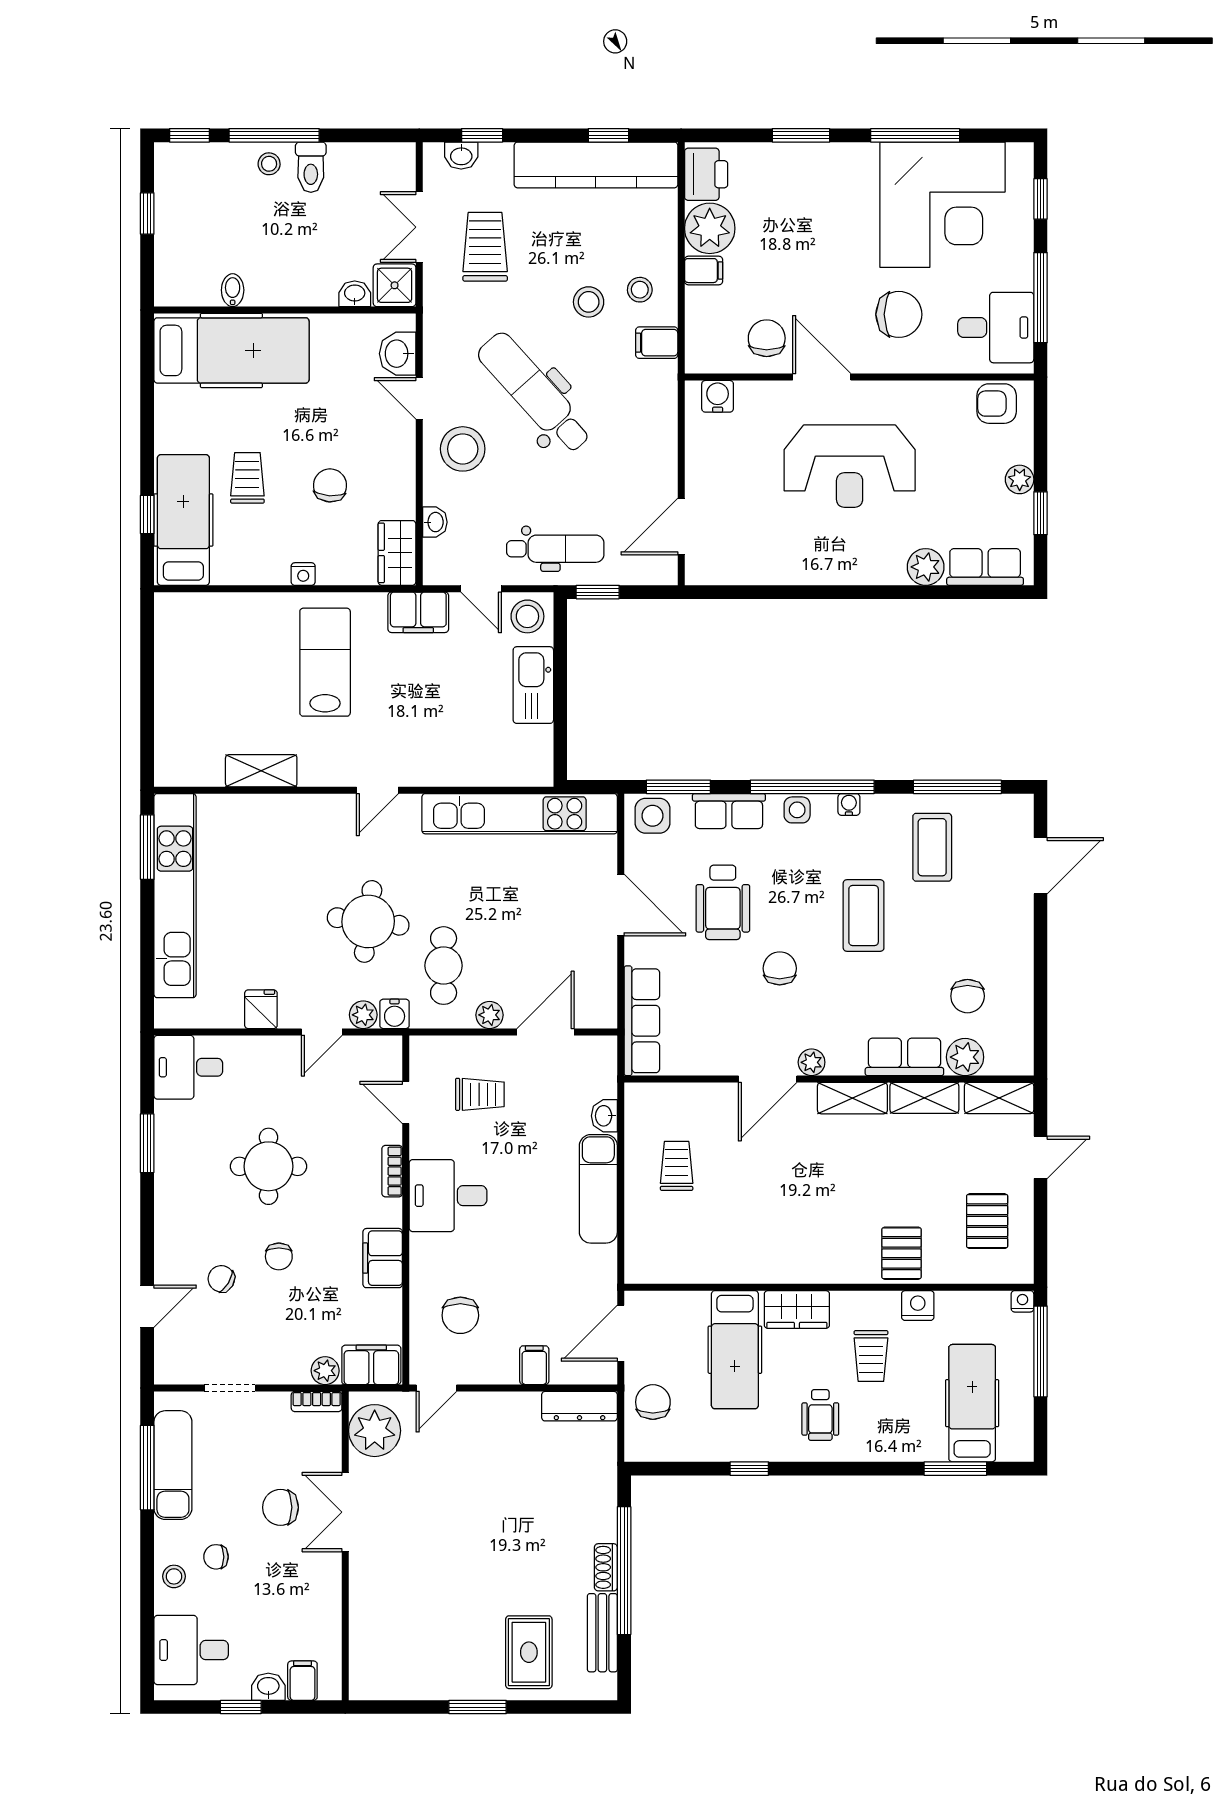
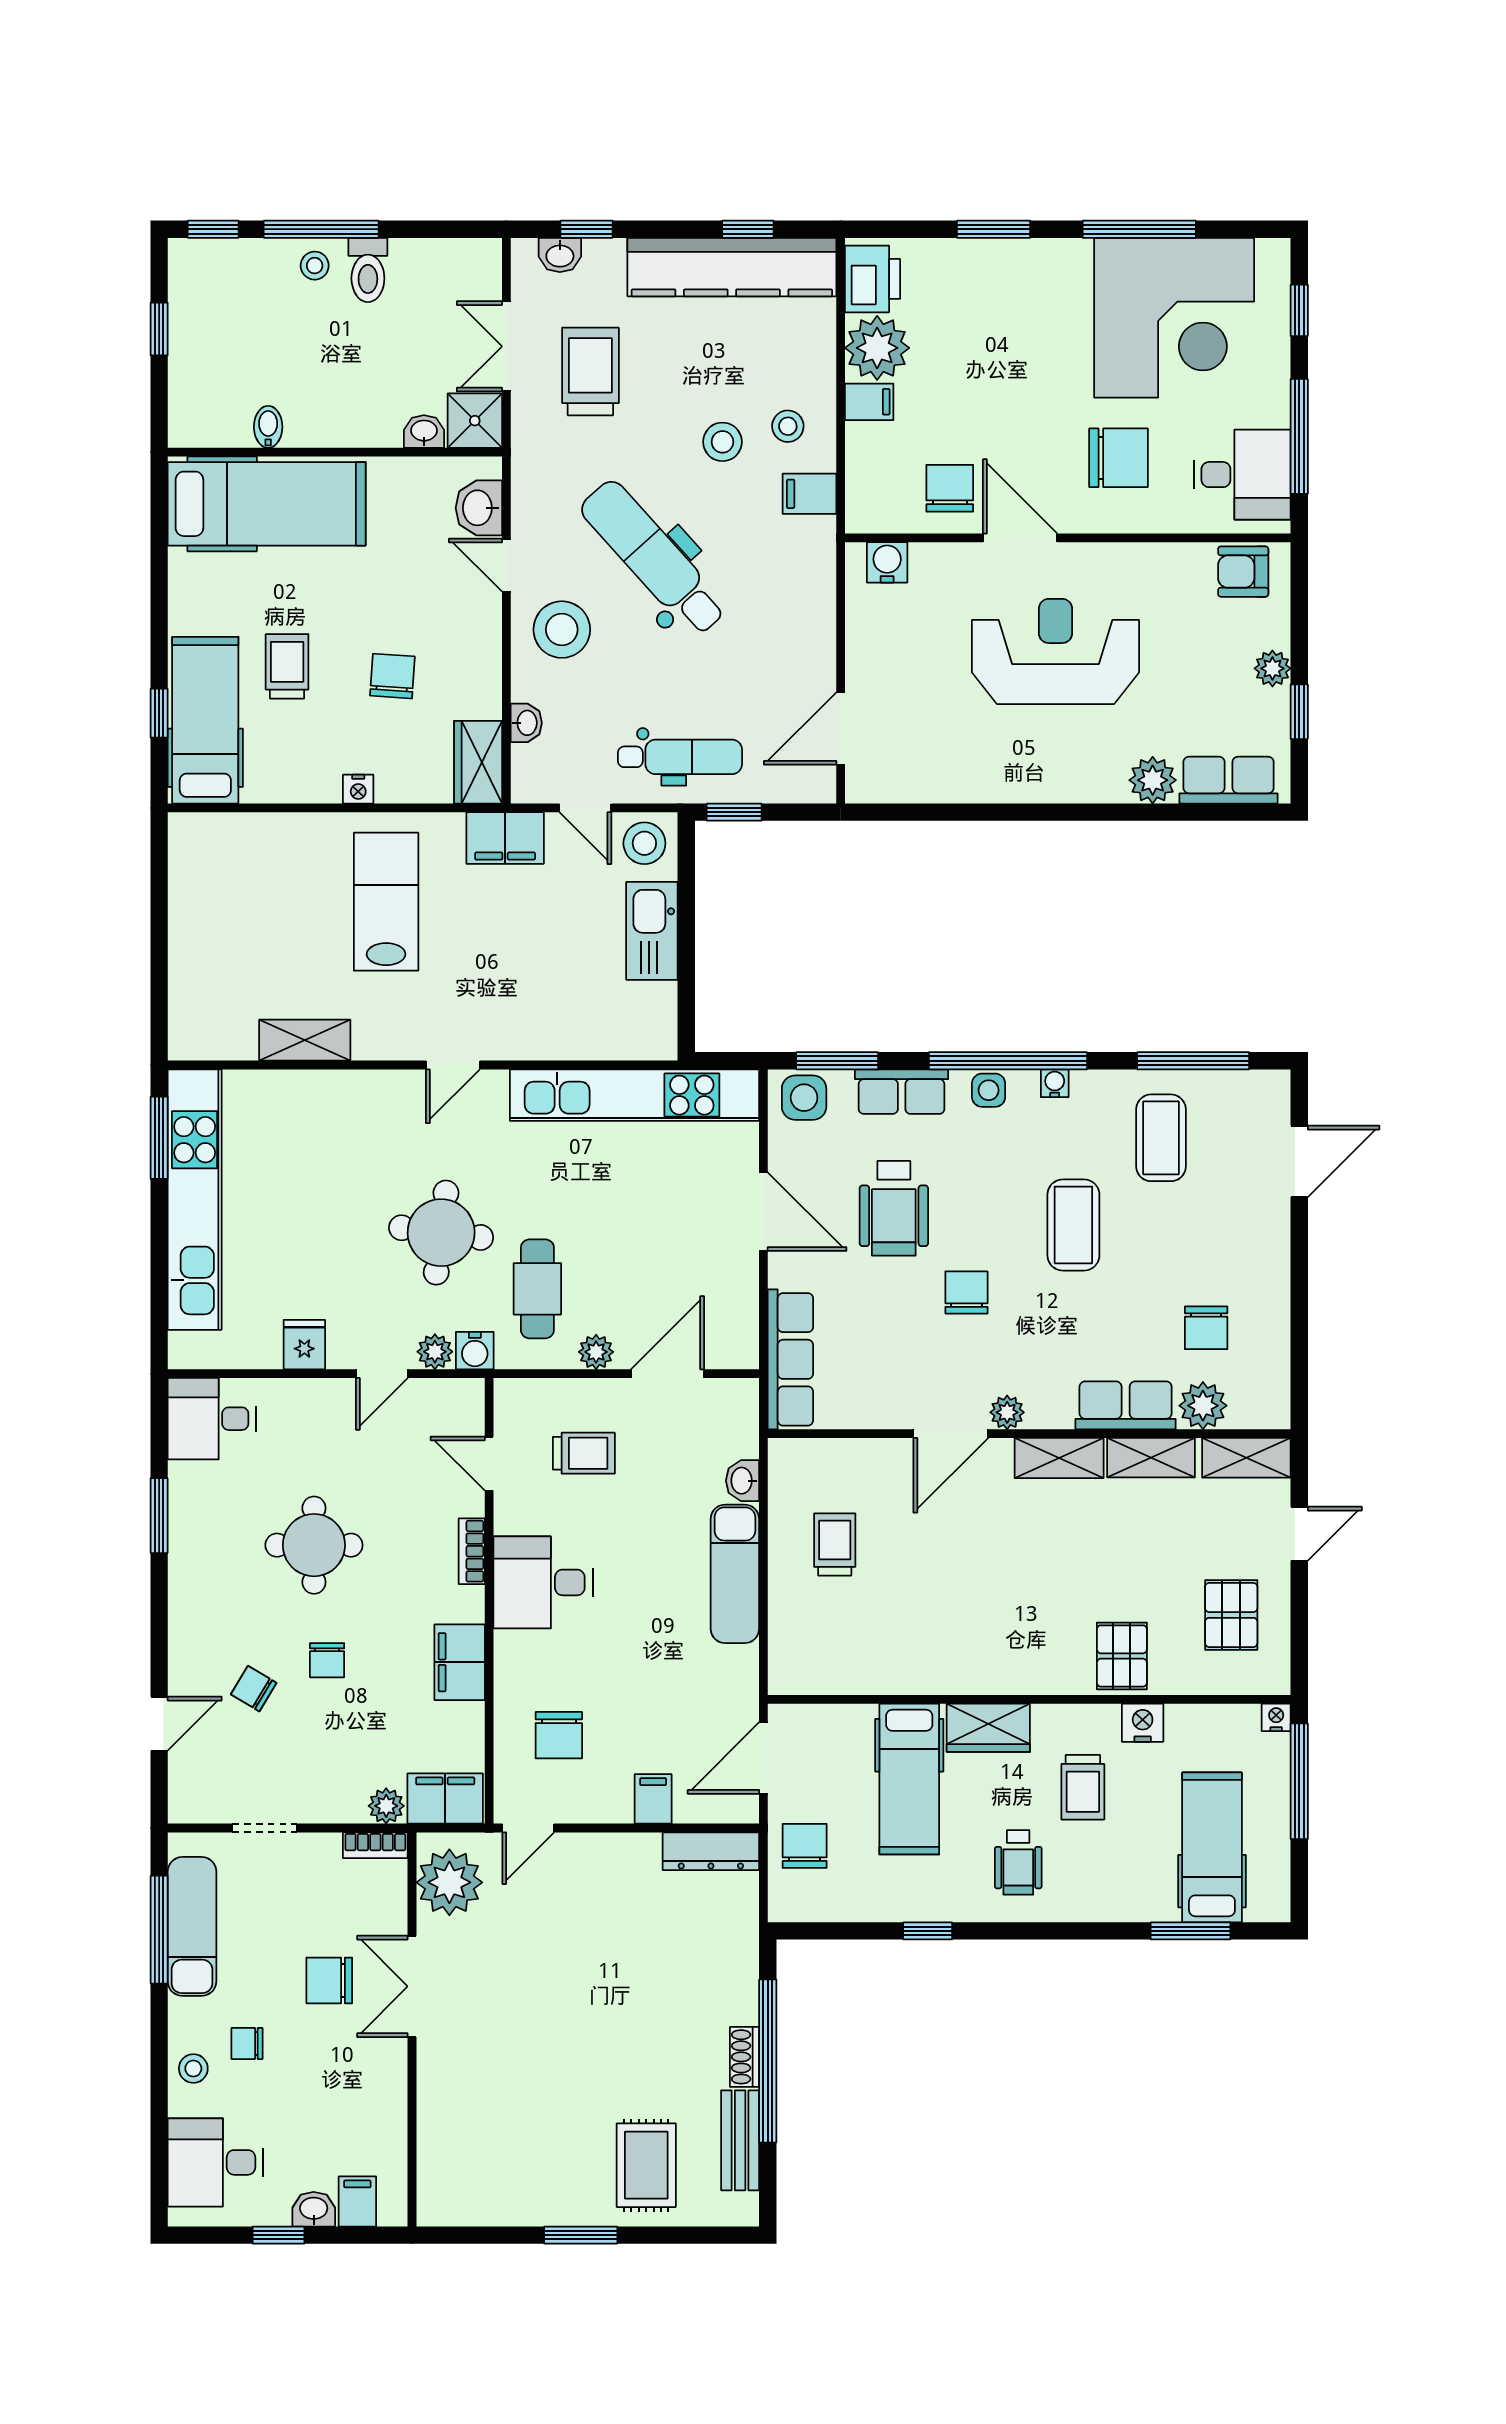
reception desk: (850, 466) -> (1055, 651), turned 180

